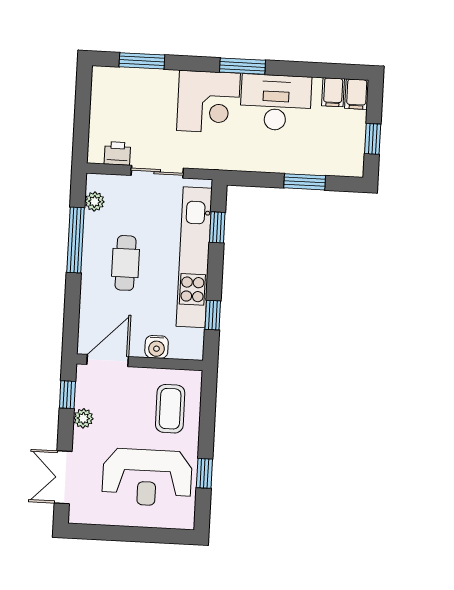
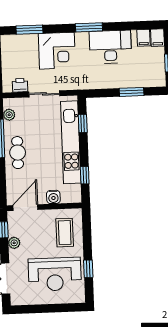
corner desk: (208, 102) -> (57, 51), moved
cafe table: (126, 263) -> (18, 153), moved

